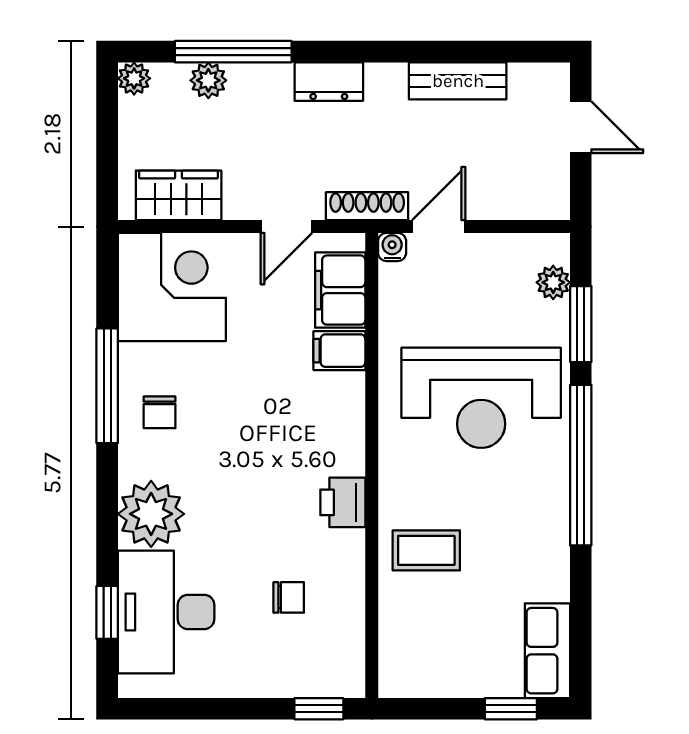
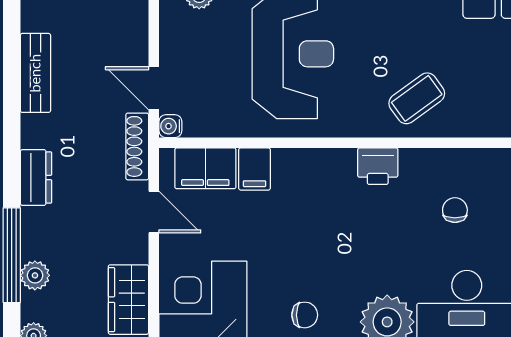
coffee table: (426, 550) -> (417, 98), turned 54

